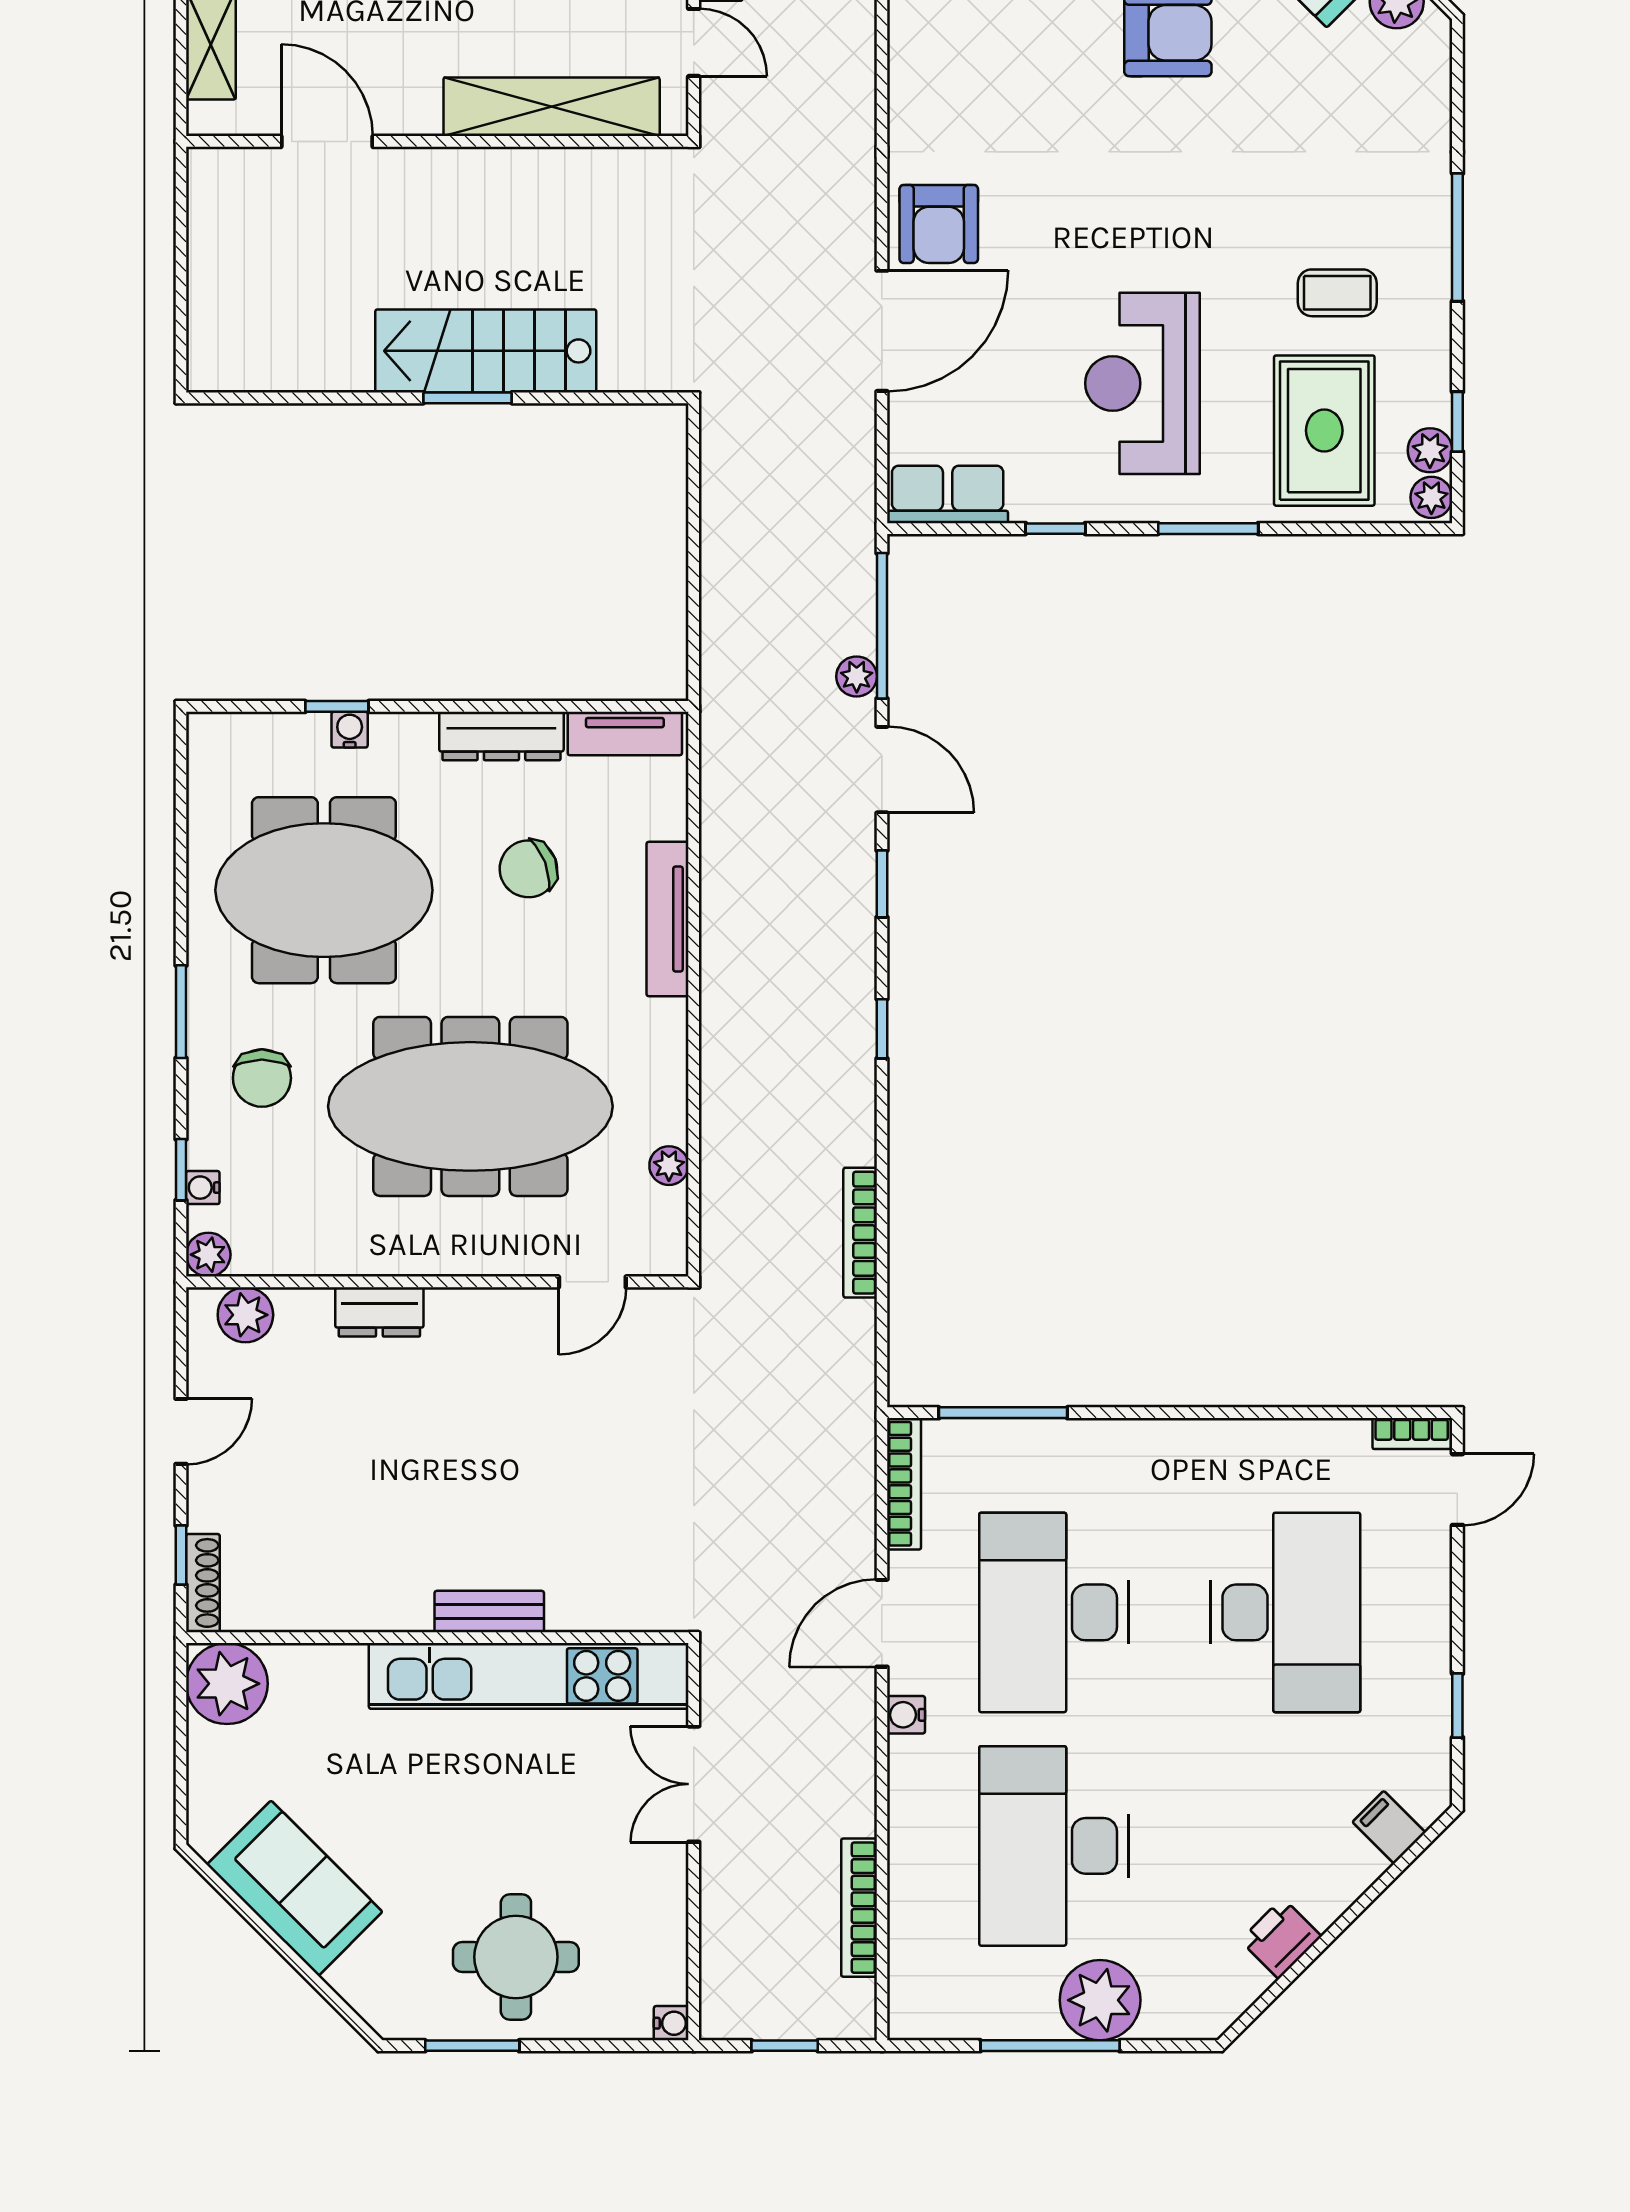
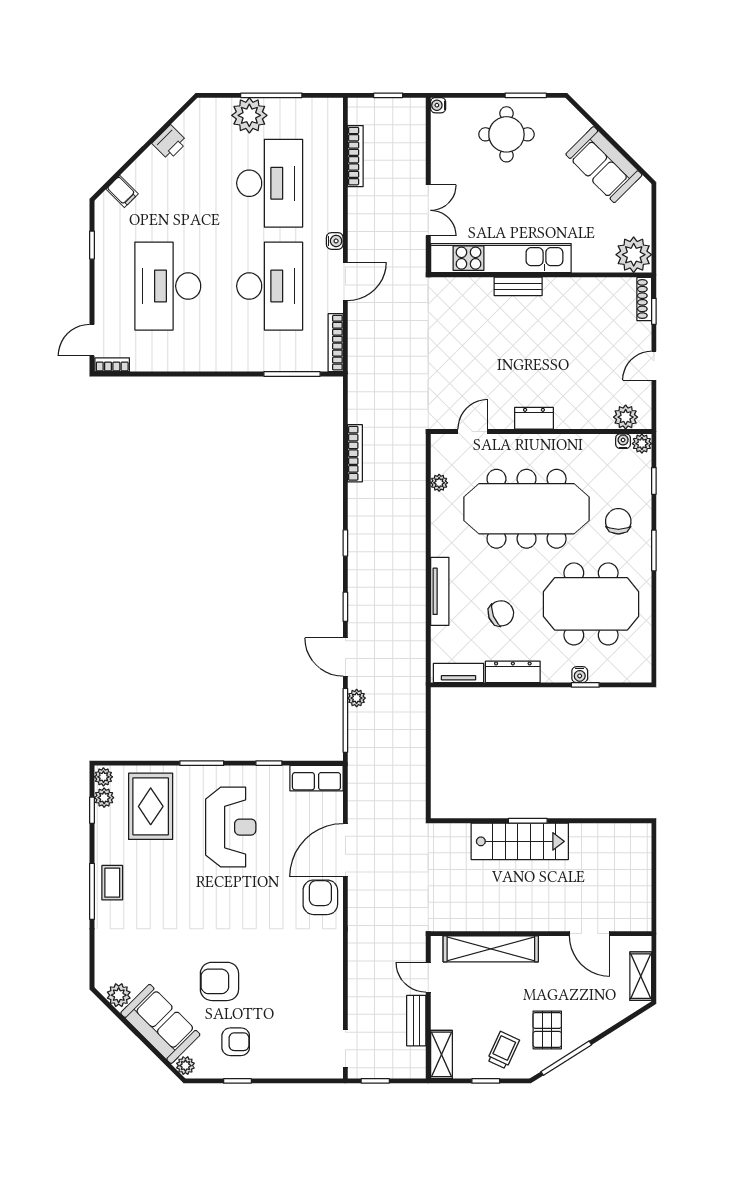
coffee table: (1337, 293) -> (112, 883), moved, turned 90
water cooler: (203, 1188) -> (623, 441), moved, turned -90
dresser: (379, 1312) -> (534, 418), moved

